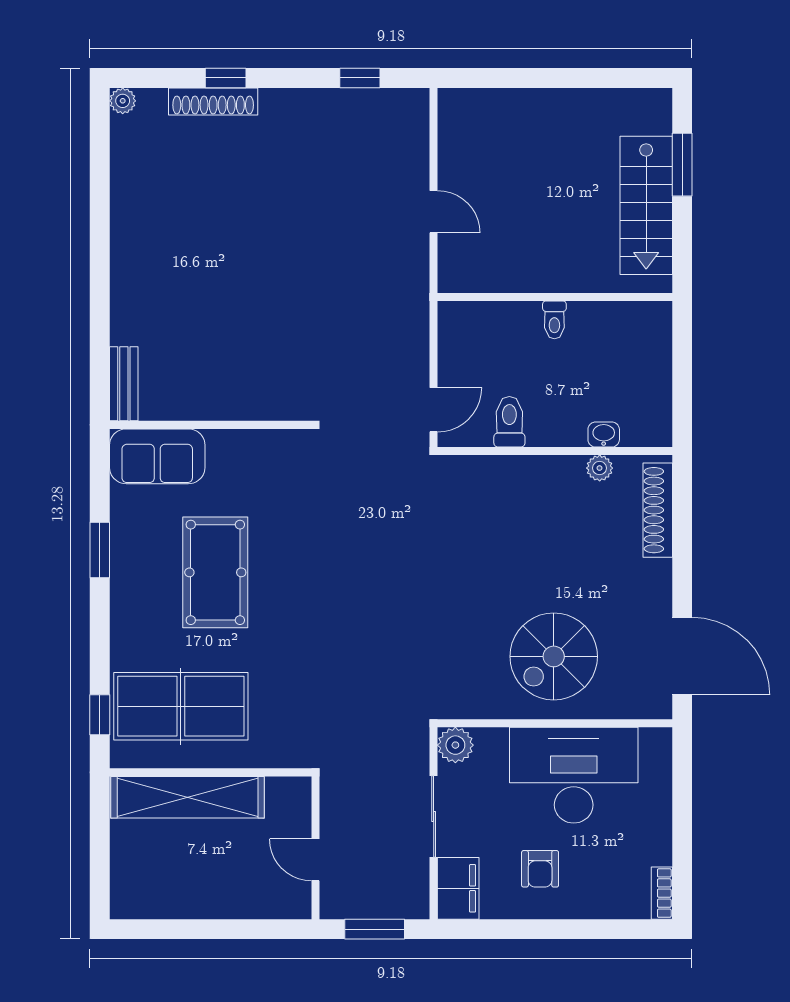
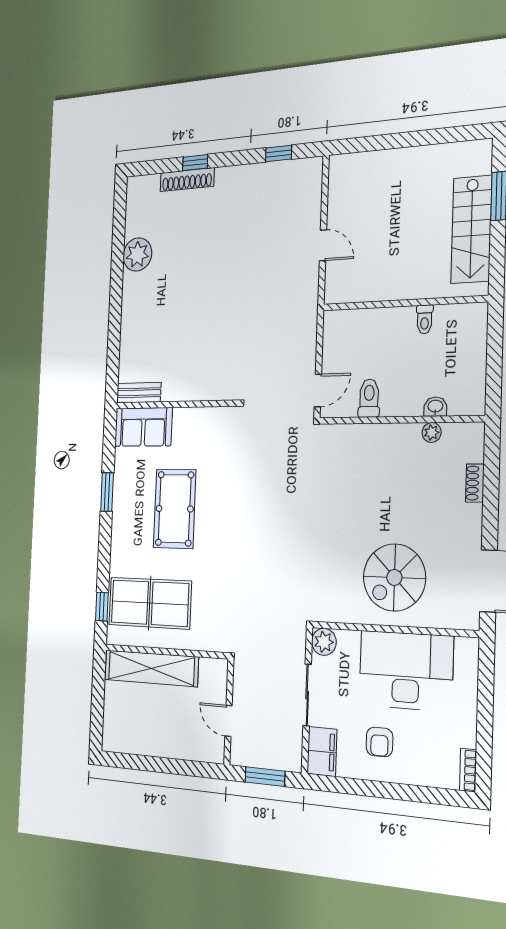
plant: (123, 101) -> (137, 254), moved, width x1.88, depth x1.88
toilet: (554, 320) -> (425, 319), moved
bench: (124, 384) -> (139, 393), moved, turned 90
shoe rack: (658, 510) -> (475, 483), width x0.51, depth x0.81

